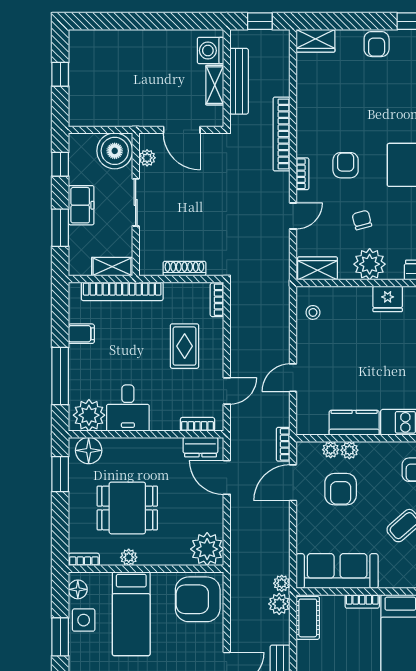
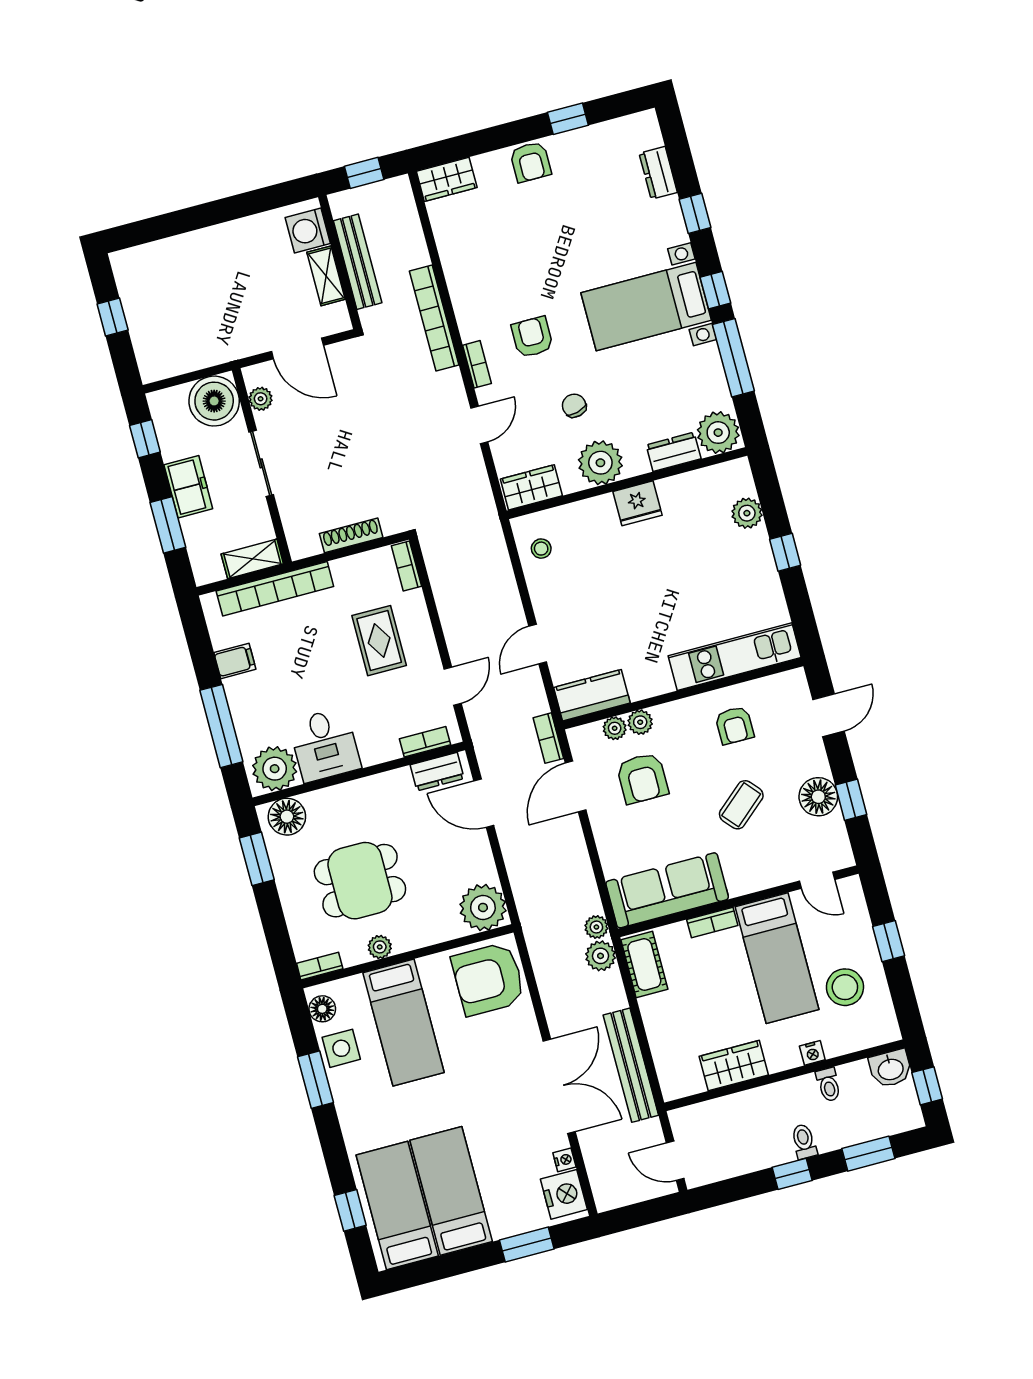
kitchen counter: (354, 423) -> (592, 695), moved

